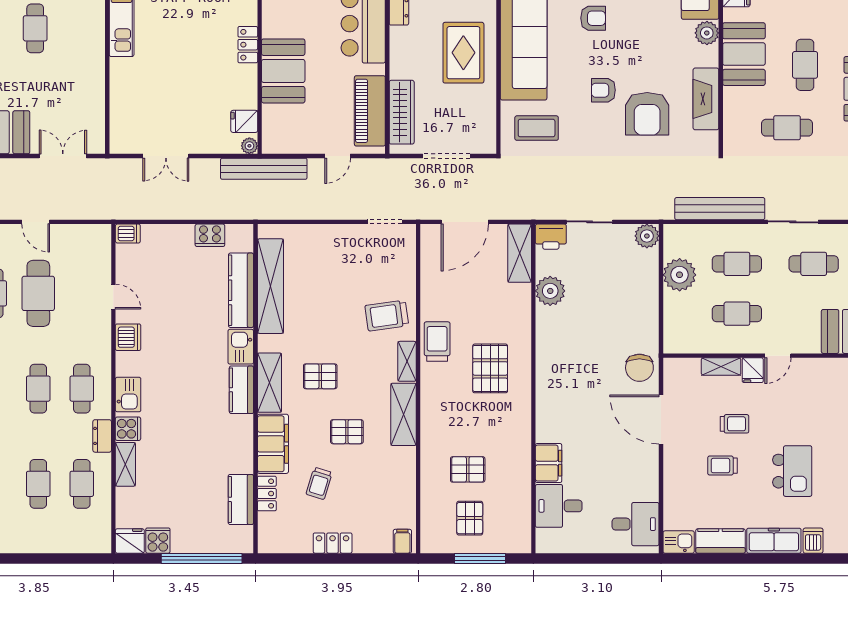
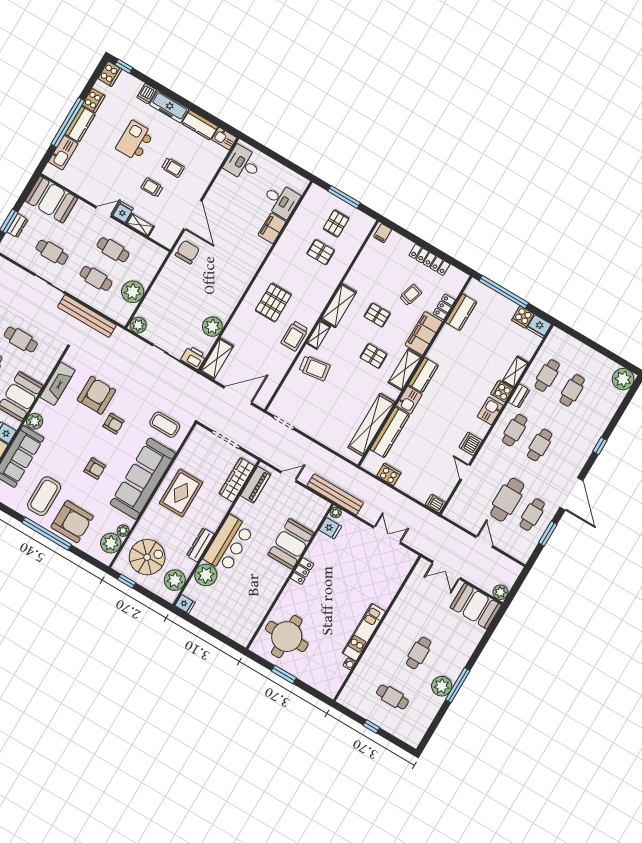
armchair: (593, 18) -> (95, 469), turned 180
piano: (370, 111) -> (256, 485), width x0.73, depth x0.75
locker: (333, 543) -> (429, 260), width x1.53

